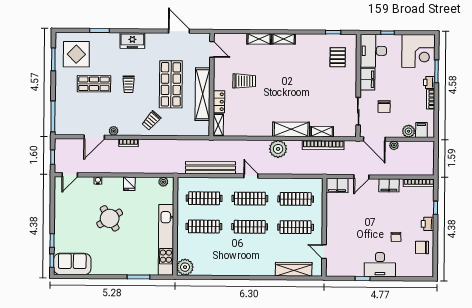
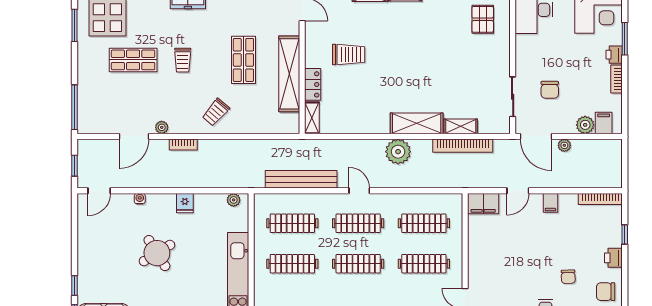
filing cabinet: (367, 79) -> (526, 51), removed
shop shelf: (171, 84) -> (243, 60), width x0.70, depth x0.74
filing cabinet: (389, 185) -> (550, 203), width x0.50

